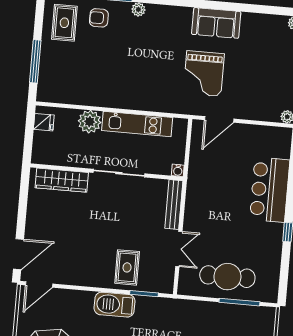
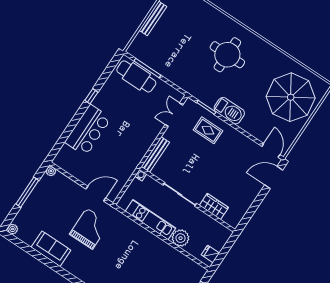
sofa: (216, 23) -> (51, 249), moved
wardrobe: (62, 180) -> (214, 206), width x0.67
double door: (179, 249) -> (174, 115), moved
rug: (127, 267) -> (208, 130), turned 90
cafe table: (227, 277) -> (136, 76), moved
door: (39, 285) -> (271, 150), hinge flipped

